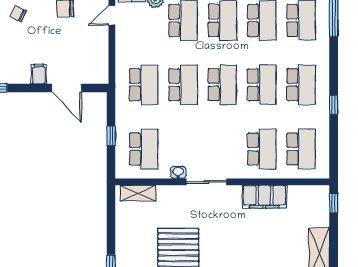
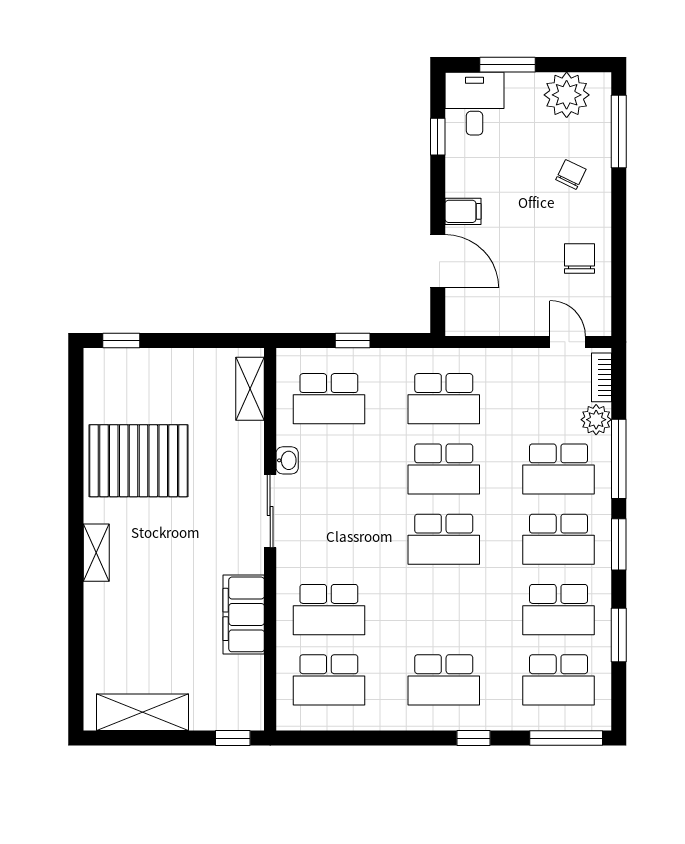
school desk: (262, 85) -> (444, 610), removed
door: (67, 88) -> (438, 261), swing flipped
window: (334, 105) -> (474, 738), moved

